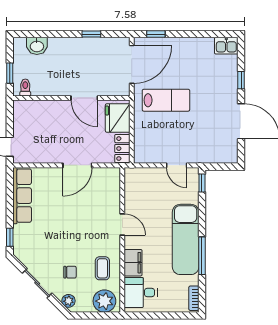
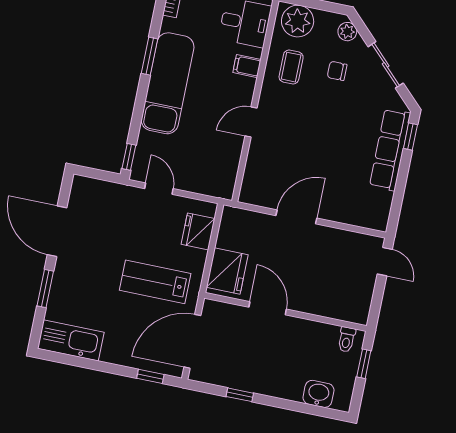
kitchen sink: (226, 46) -> (71, 340), width x1.87, depth x1.24
window: (241, 80) -> (45, 288), width x1.50
fridge: (143, 141) -> (198, 231), added
locker: (122, 149) -> (229, 227), removed
row of seats: (22, 196) -> (390, 150), moved
door: (122, 225) -> (251, 122), hinge flipped
window: (202, 256) -> (150, 56), width x0.69
filing cabinet: (133, 263) -> (247, 66), width x0.50

